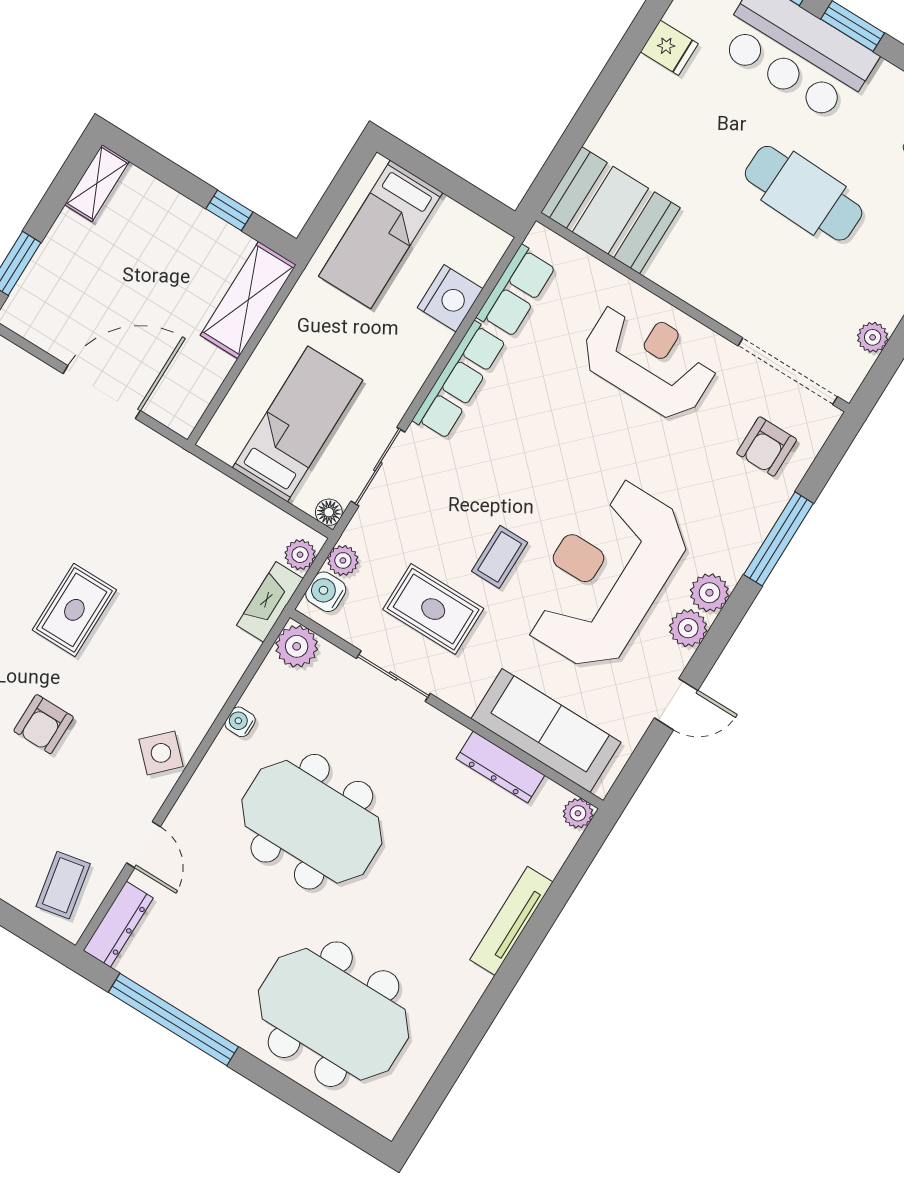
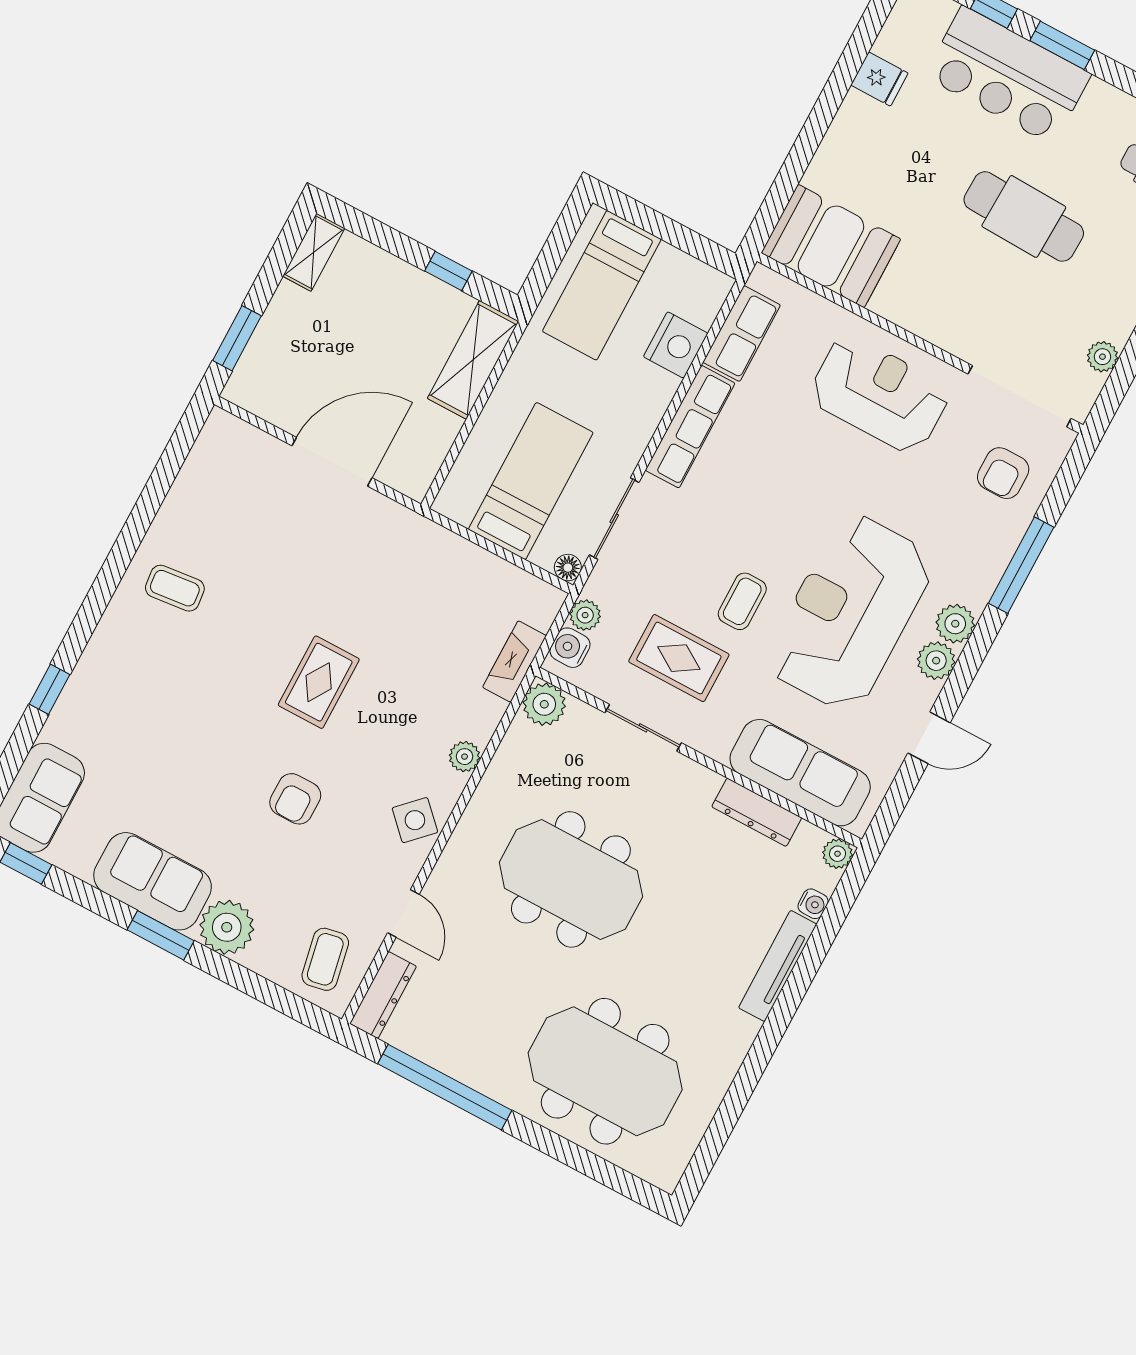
plant: (300, 555) -> (465, 757), moved
water cooler: (240, 722) -> (813, 904), moved, turned 180

